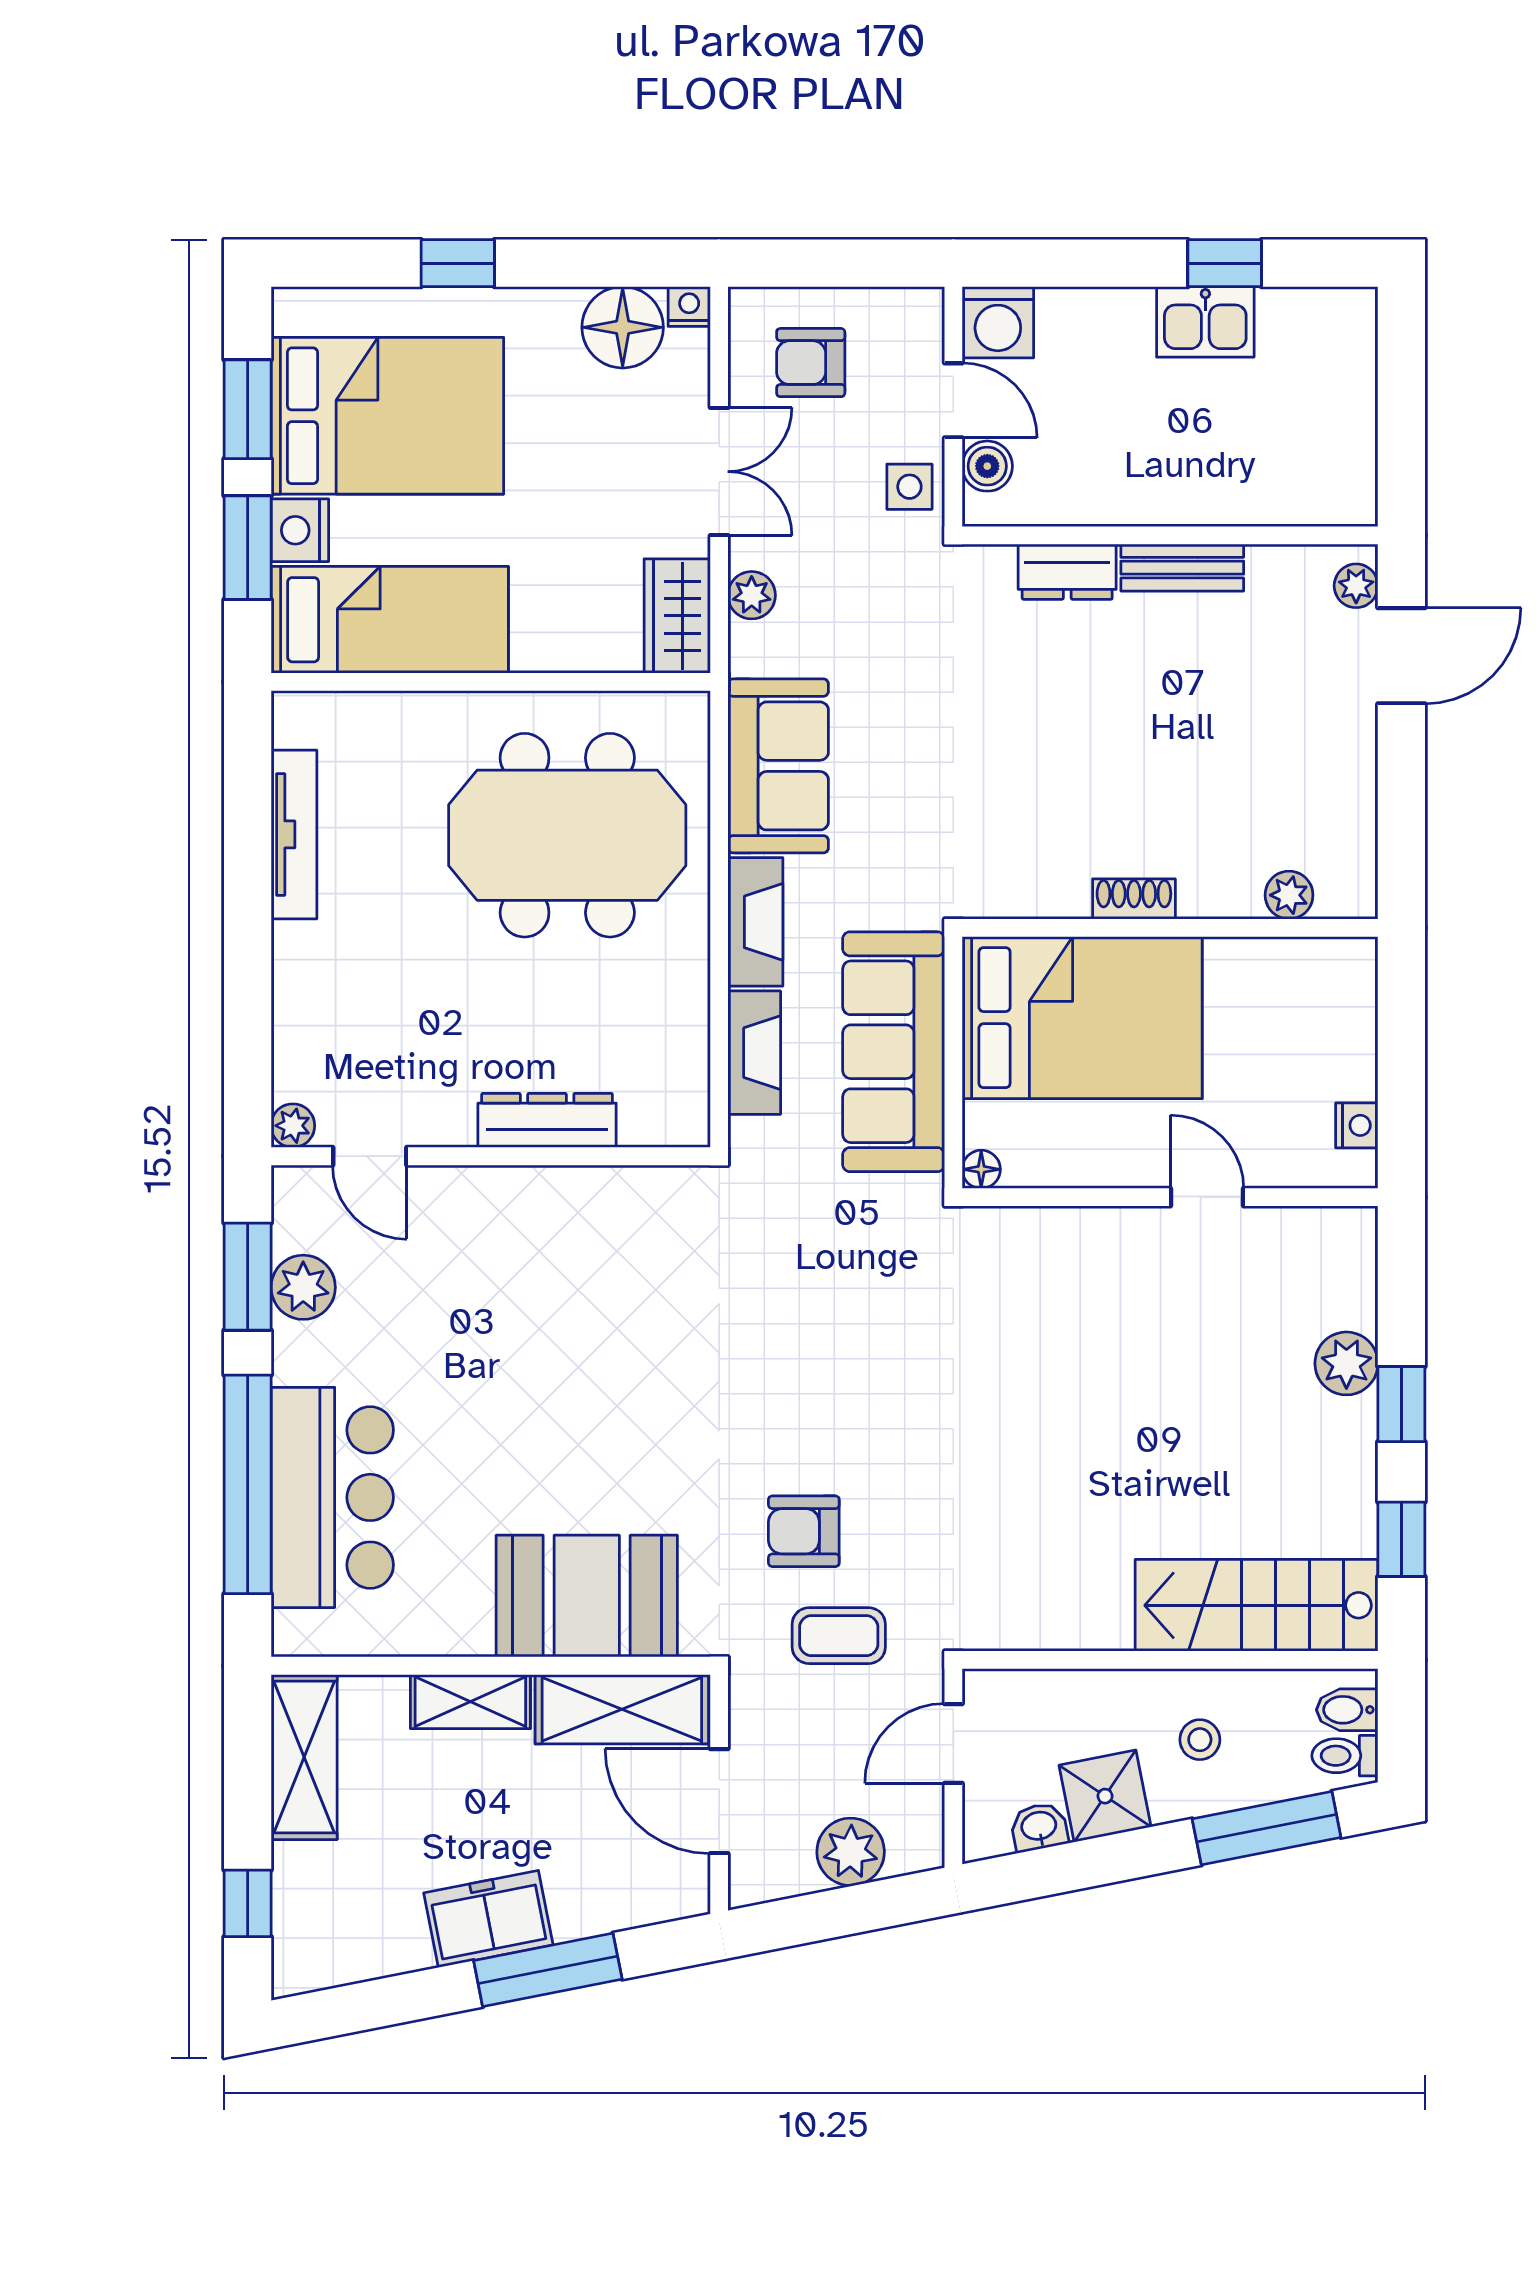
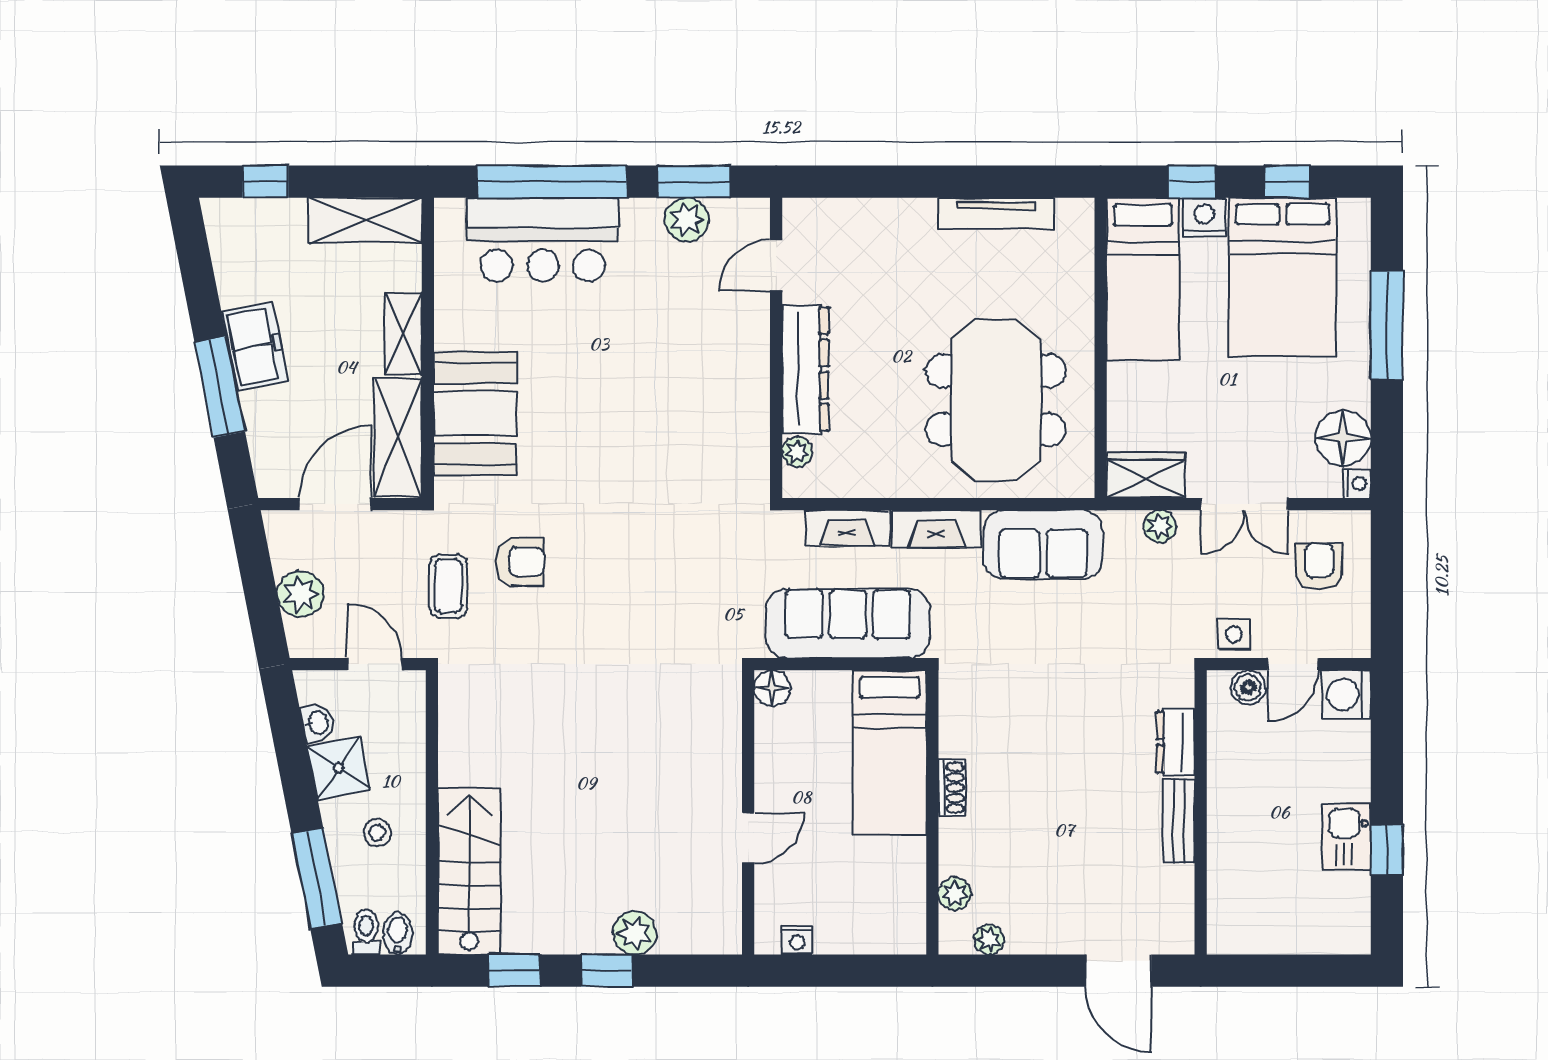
window: (458, 263) -> (1387, 325), width x2.17
window: (248, 409) -> (1287, 182), width x0.67
window: (248, 548) -> (1192, 182), width x0.67
plant: (1356, 586) -> (989, 940), moved
bed: (1082, 1018) -> (889, 752), width x0.67
dresser: (547, 1120) -> (805, 369), width x1.37, depth x1.24
plant: (293, 1126) -> (797, 452), moved
floor lamp: (981, 1169) -> (772, 688), width x1.37, depth x1.37
armchair: (804, 1531) -> (520, 562), turned 90

